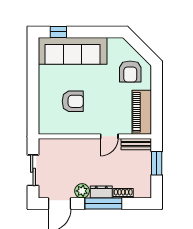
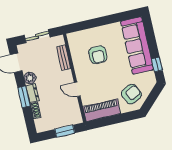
window: (58, 32) -> (157, 65), moved
armchair: (130, 72) -> (131, 94), turned 153
bench: (136, 144) -> (64, 58), moved
window: (103, 203) -> (24, 97), width x0.69

